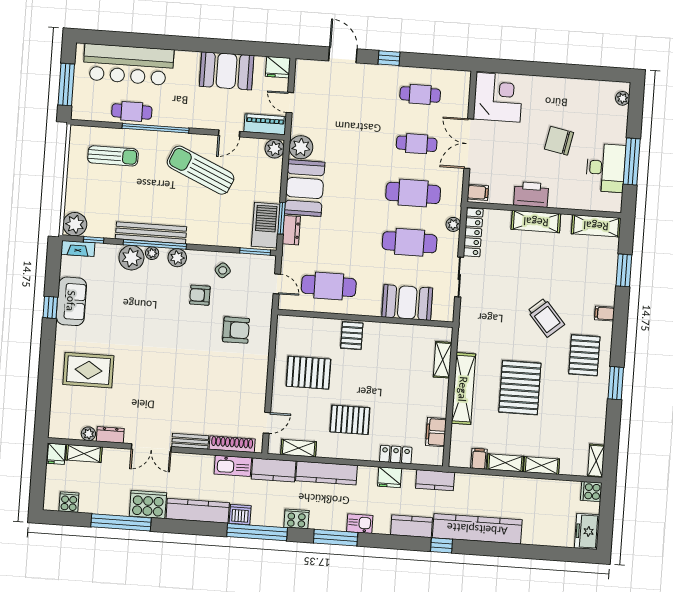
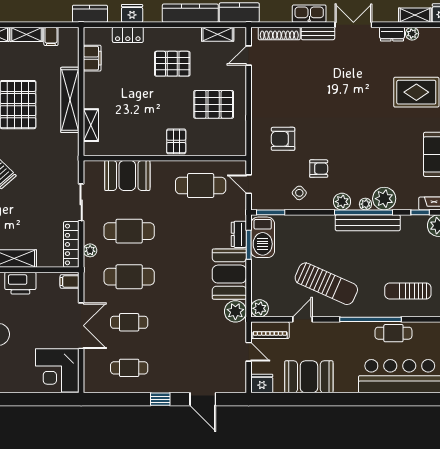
kitchen sink: (233, 466) -> (309, 14), moved

